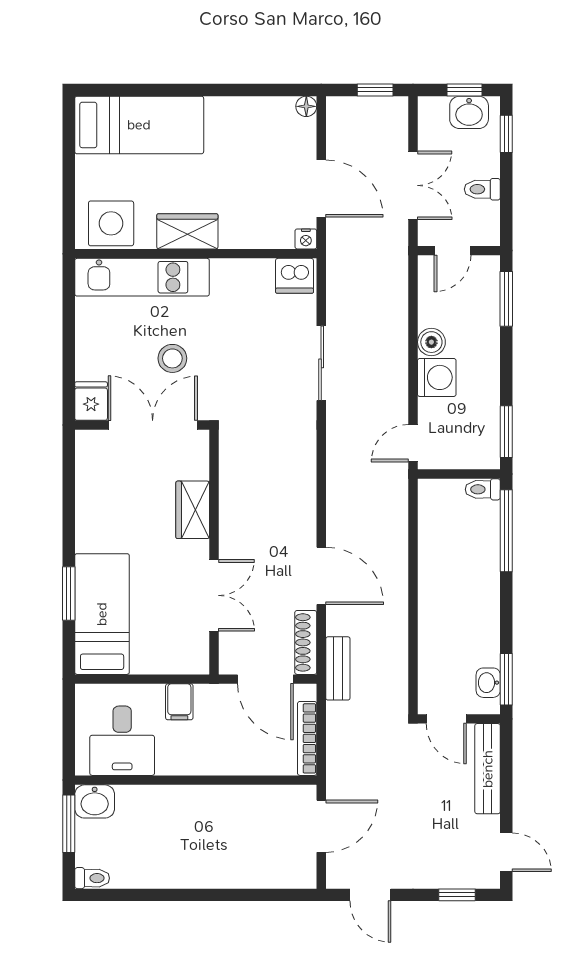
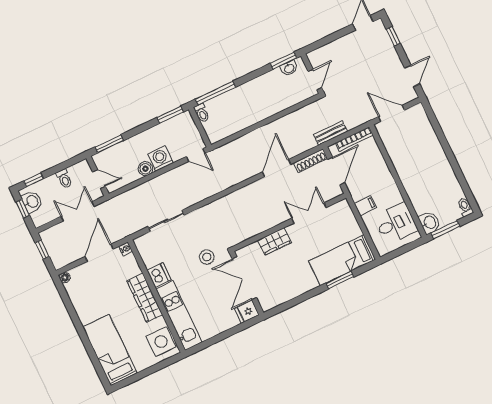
wardrobe: (187, 231) -> (145, 298), width x1.50
dishwasher: (295, 276) -> (159, 275), moved
stool: (172, 358) -> (207, 257), moved
sliding door: (321, 363) -> (166, 221), moved
bench: (338, 668) -> (330, 133), moved
bench: (488, 769) -> (329, 50), removed

